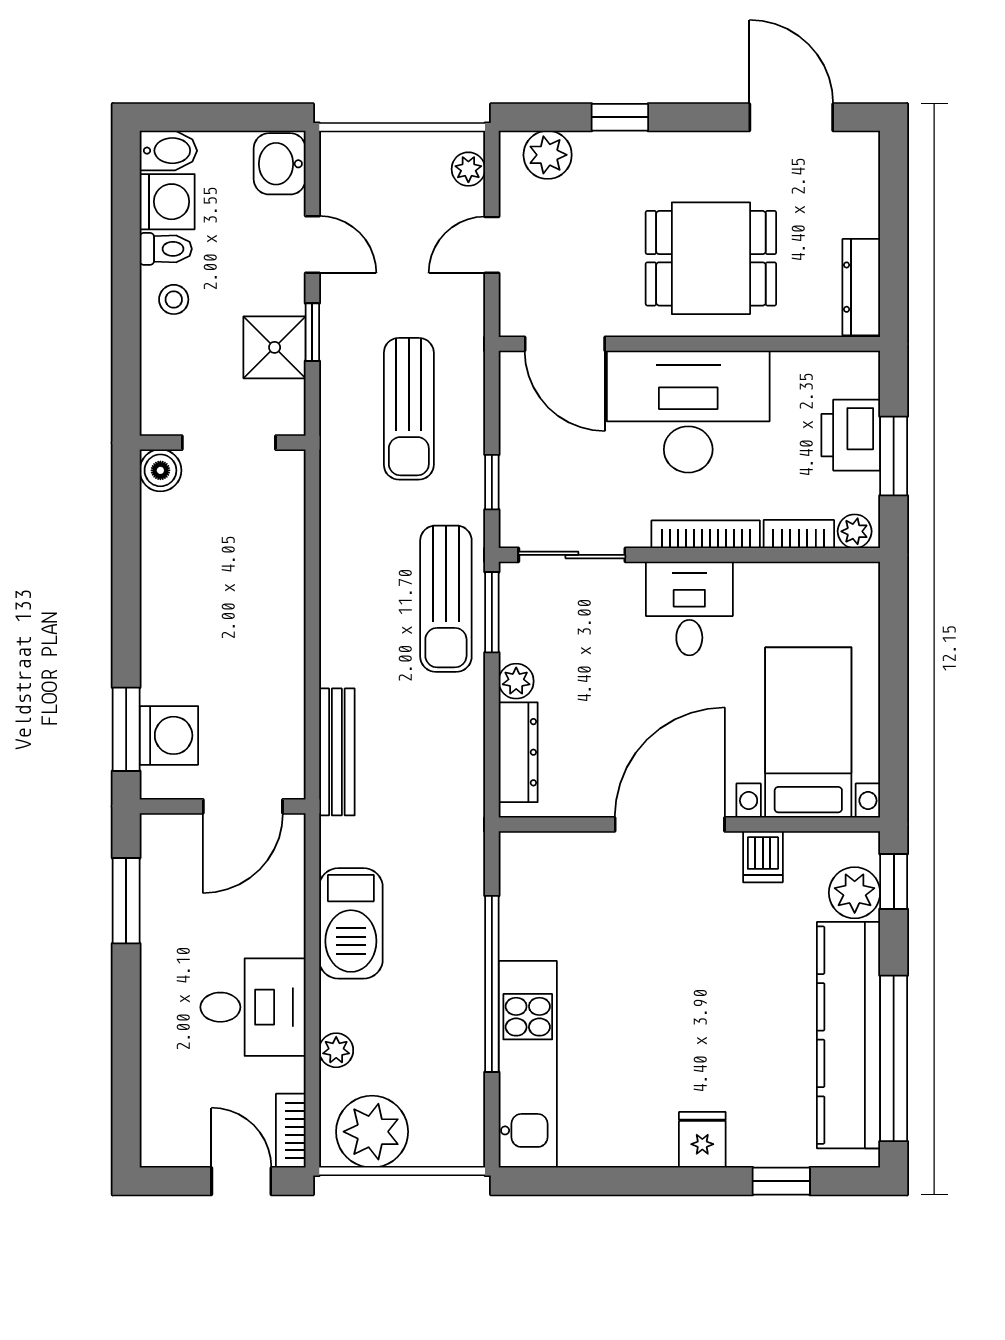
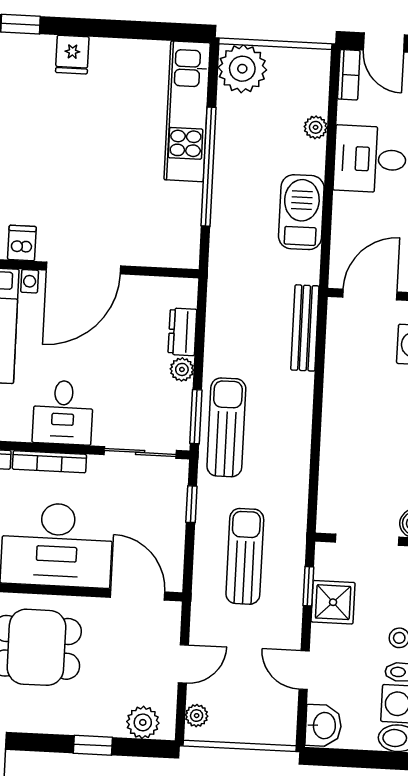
window: (312, 332) -> (308, 586), moved
dresser: (518, 752) -> (182, 332), width x0.70
plant: (372, 1132) -> (242, 69), moved

